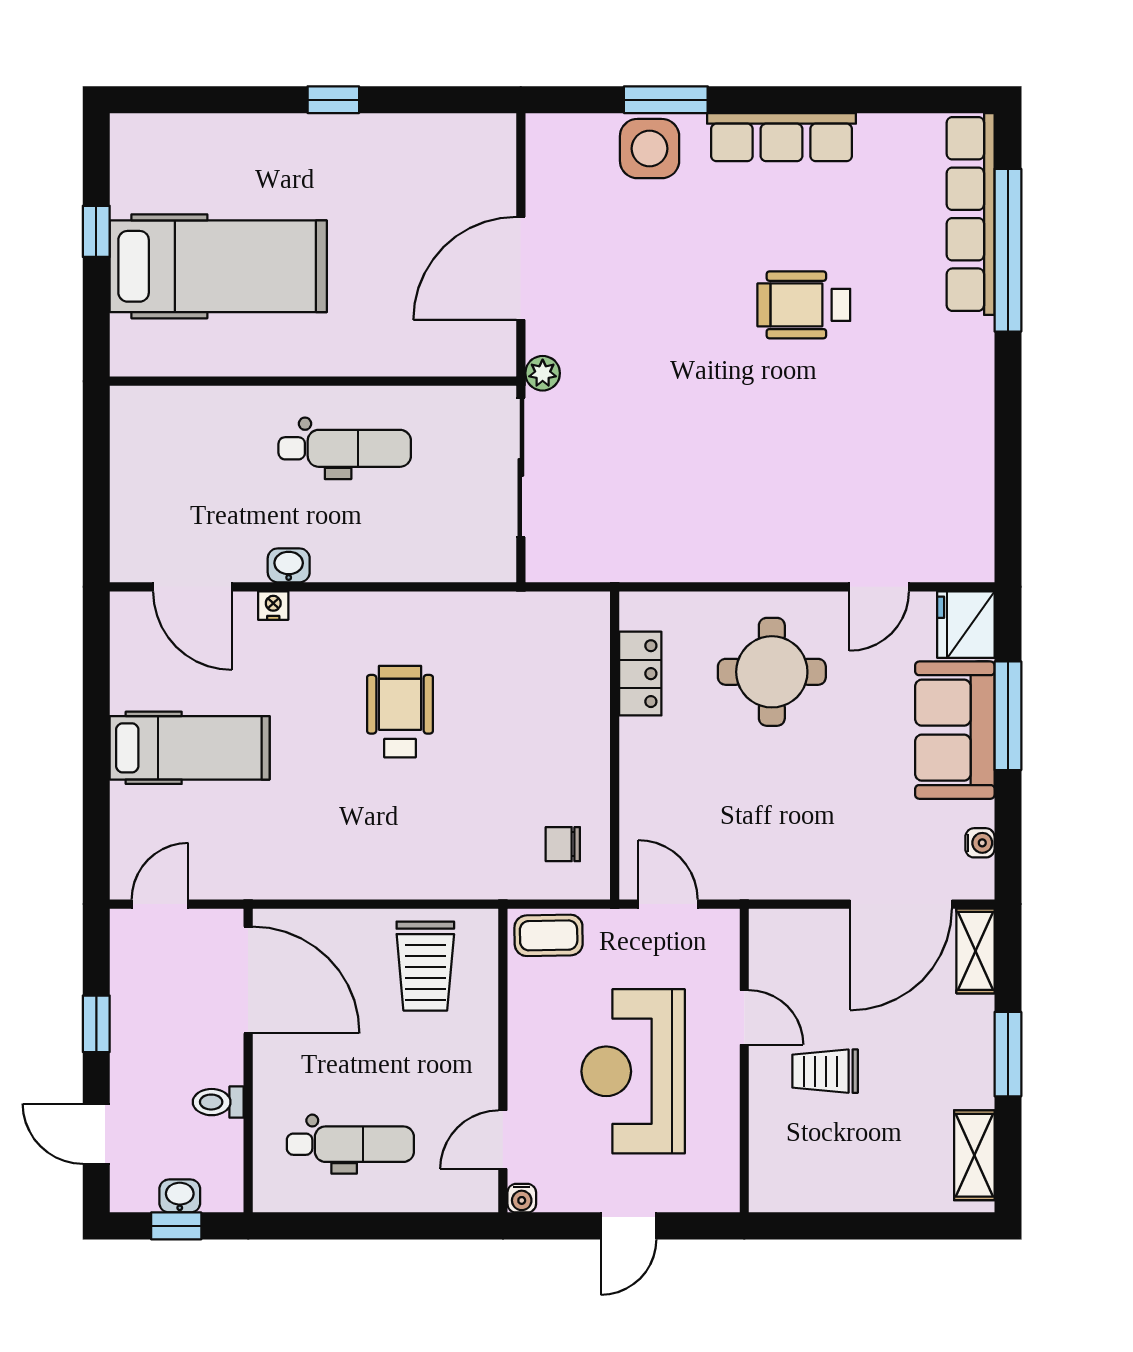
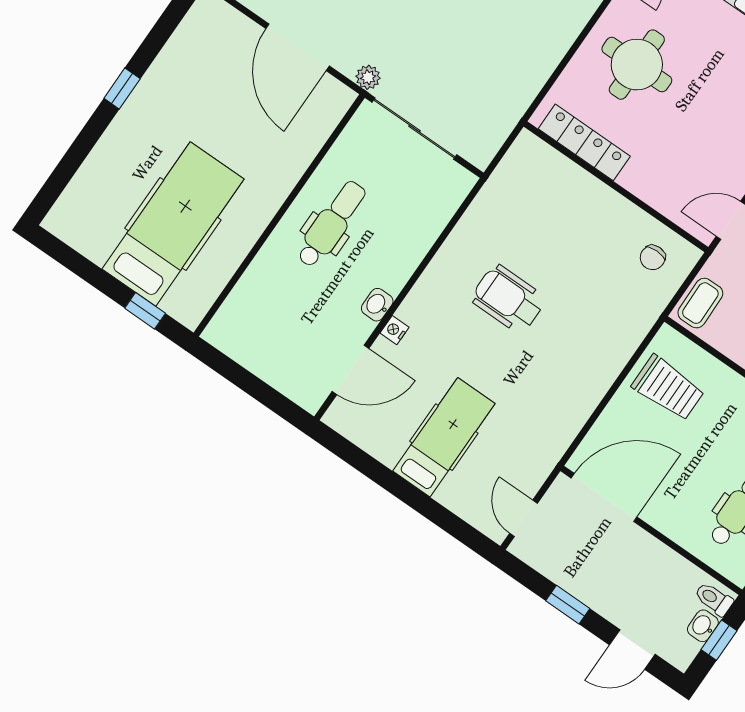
window: (96, 231) -> (145, 311), moved
locker: (640, 674) -> (584, 142), width x1.53
toilet: (218, 1102) -> (714, 599), moved, turned 90

